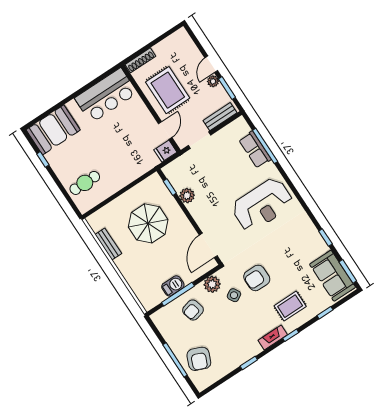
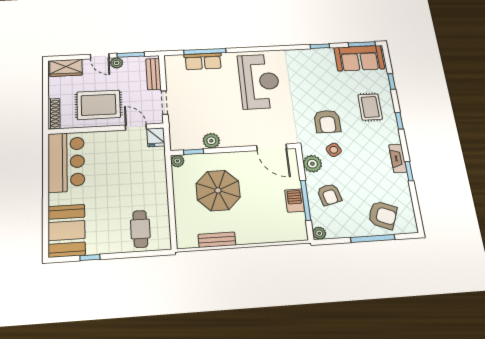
wardrobe: (185, 44) -> (66, 68), added
plant: (155, 179) -> (177, 161), added
plant: (157, 318) -> (319, 233), added
fireplace: (273, 338) -> (398, 158), moved

